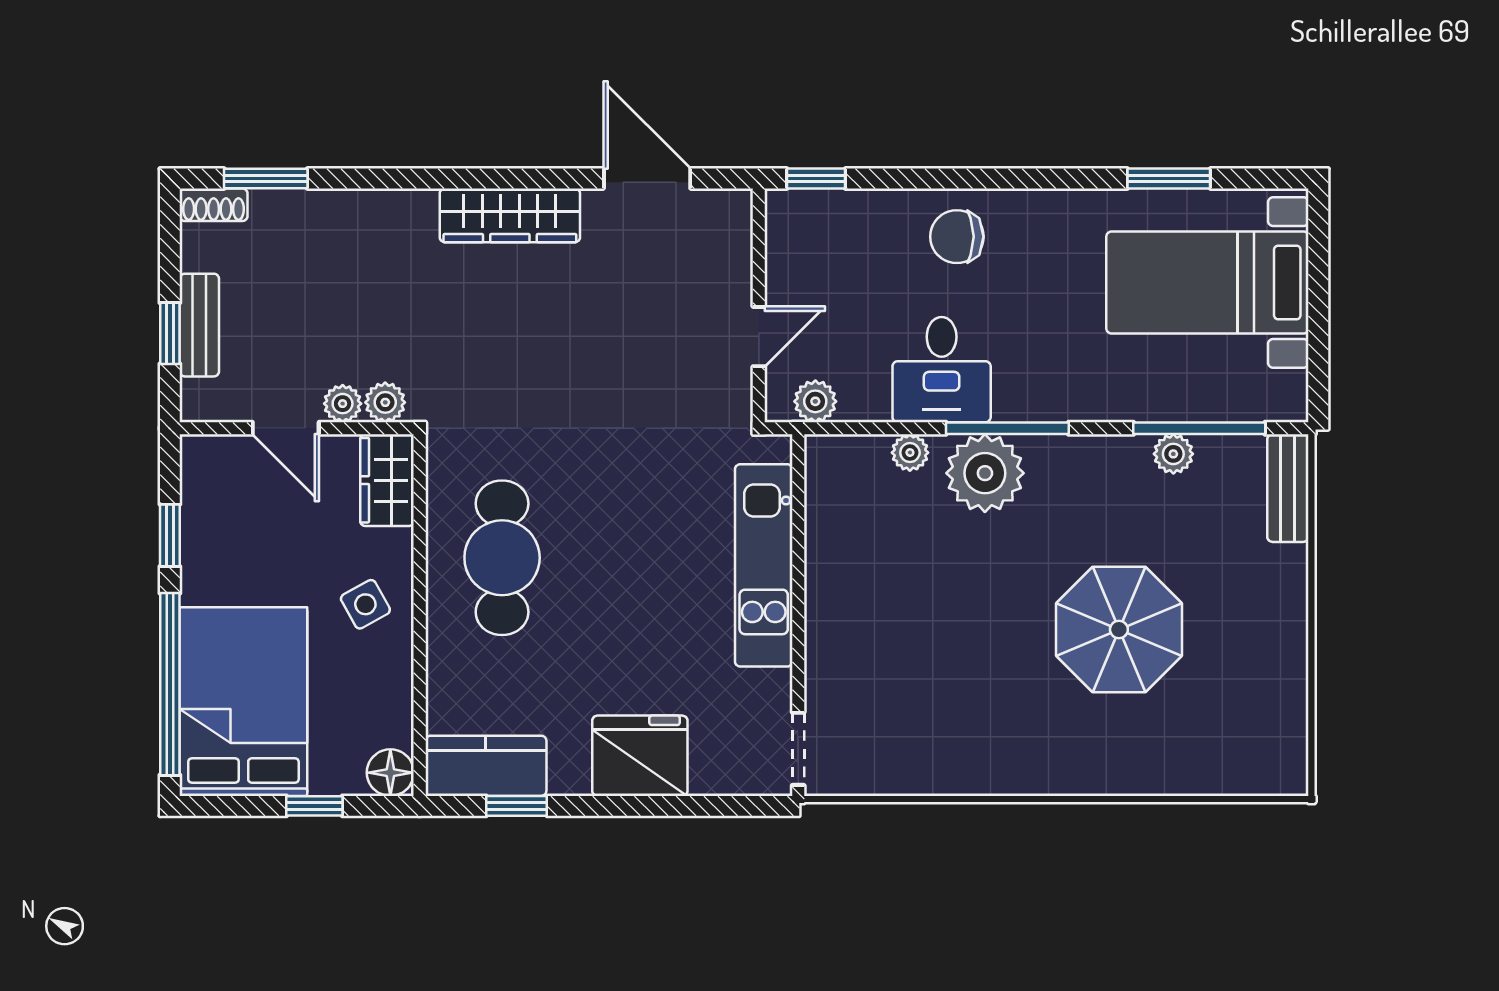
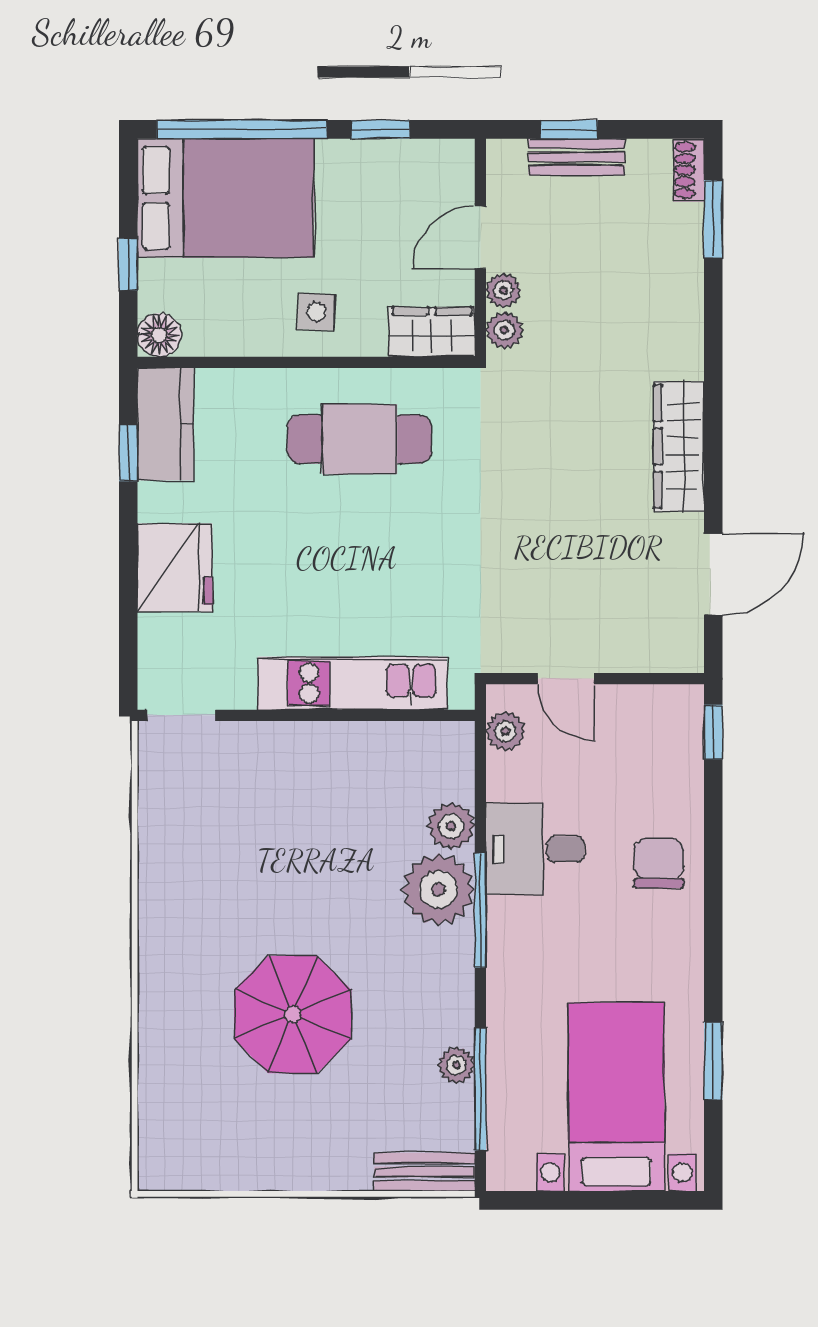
plant: (910, 453) -> (451, 826), width x1.38, depth x1.38
side table: (365, 604) -> (316, 312), turned 32

